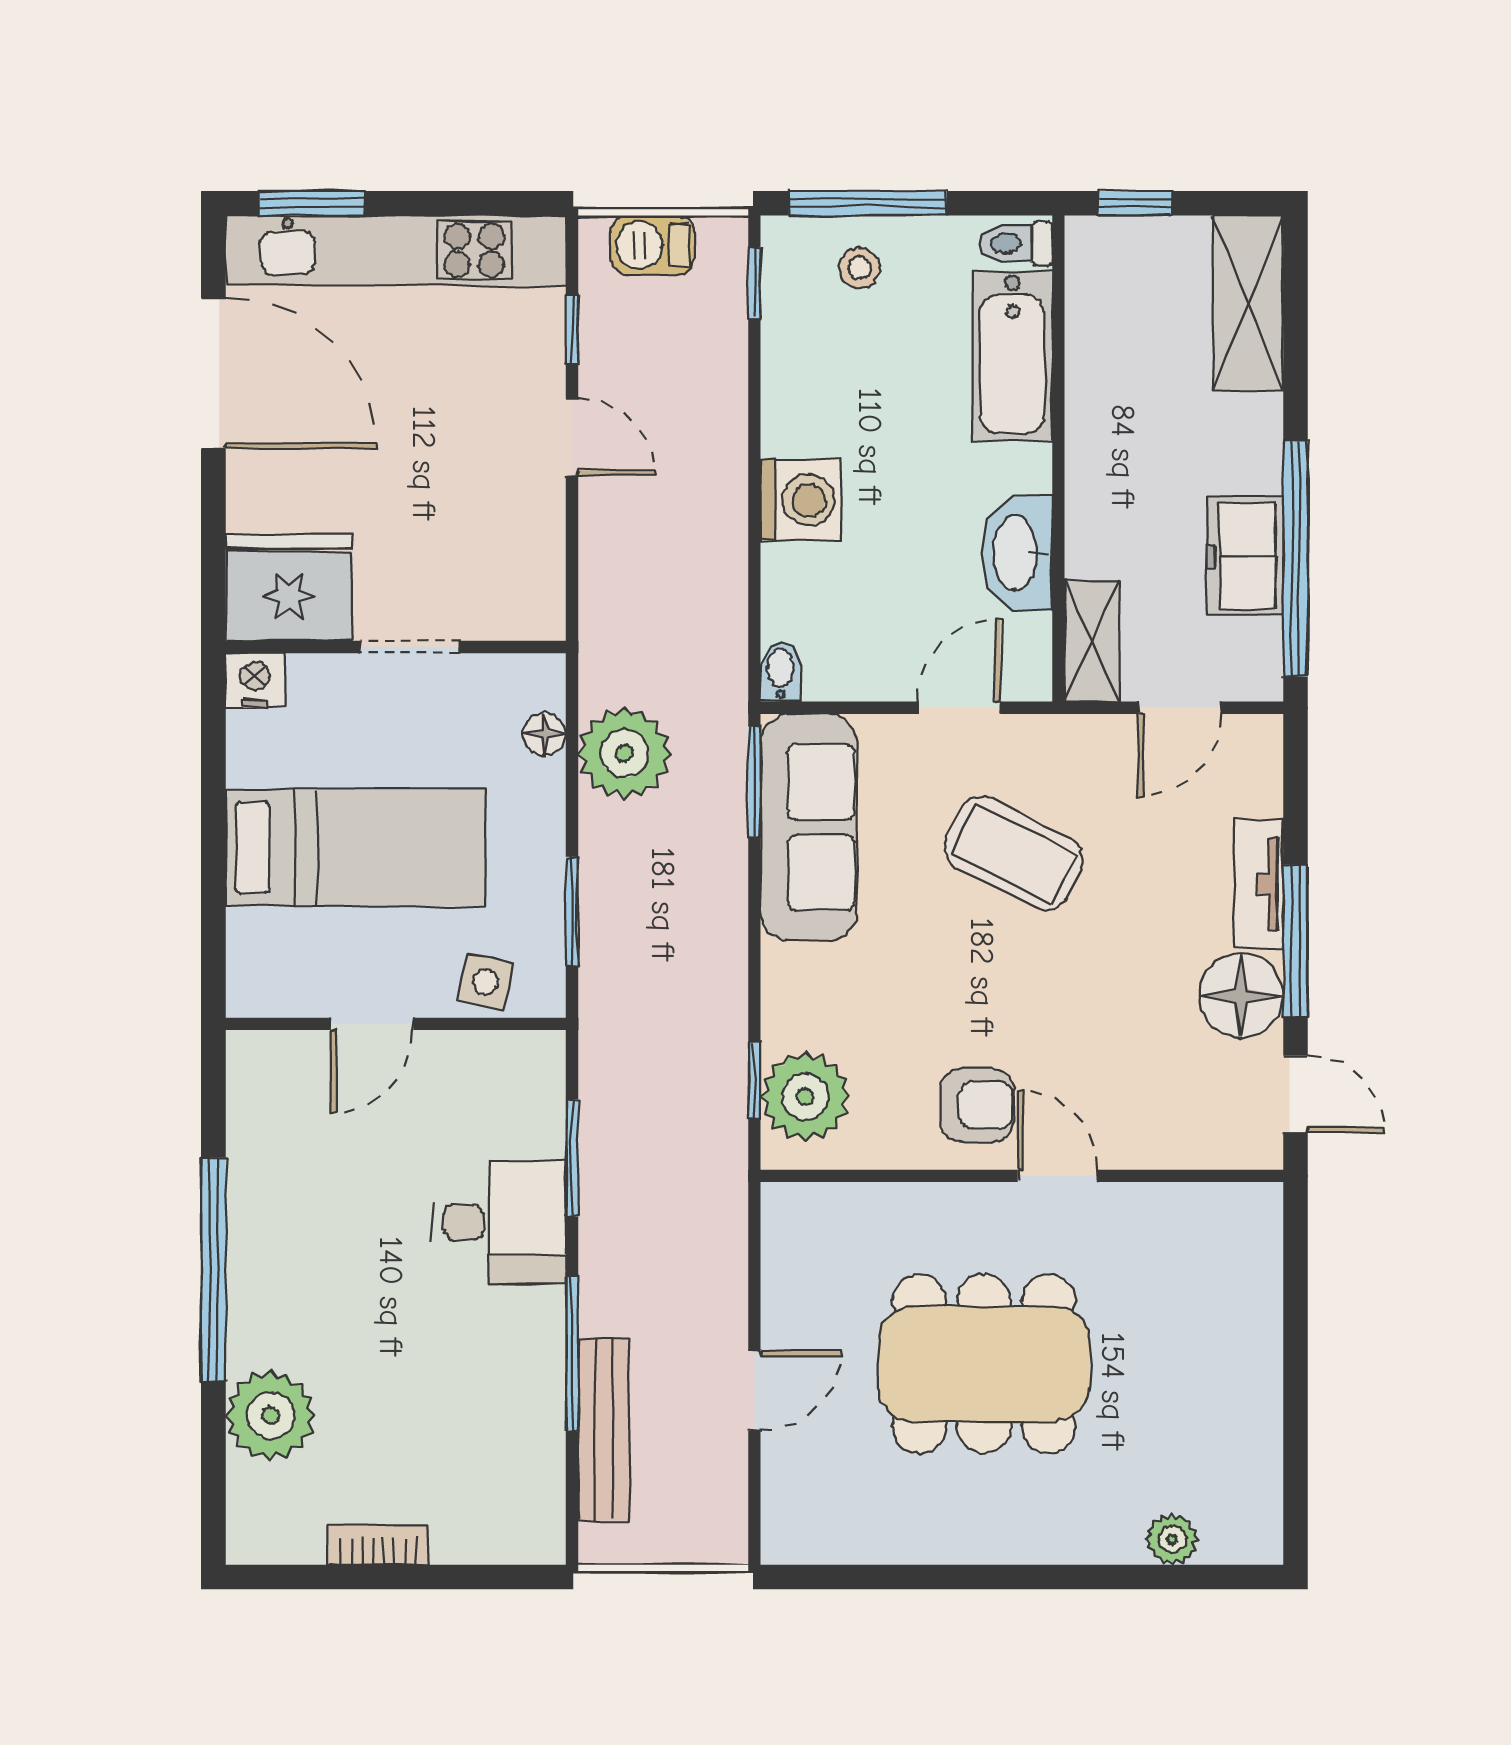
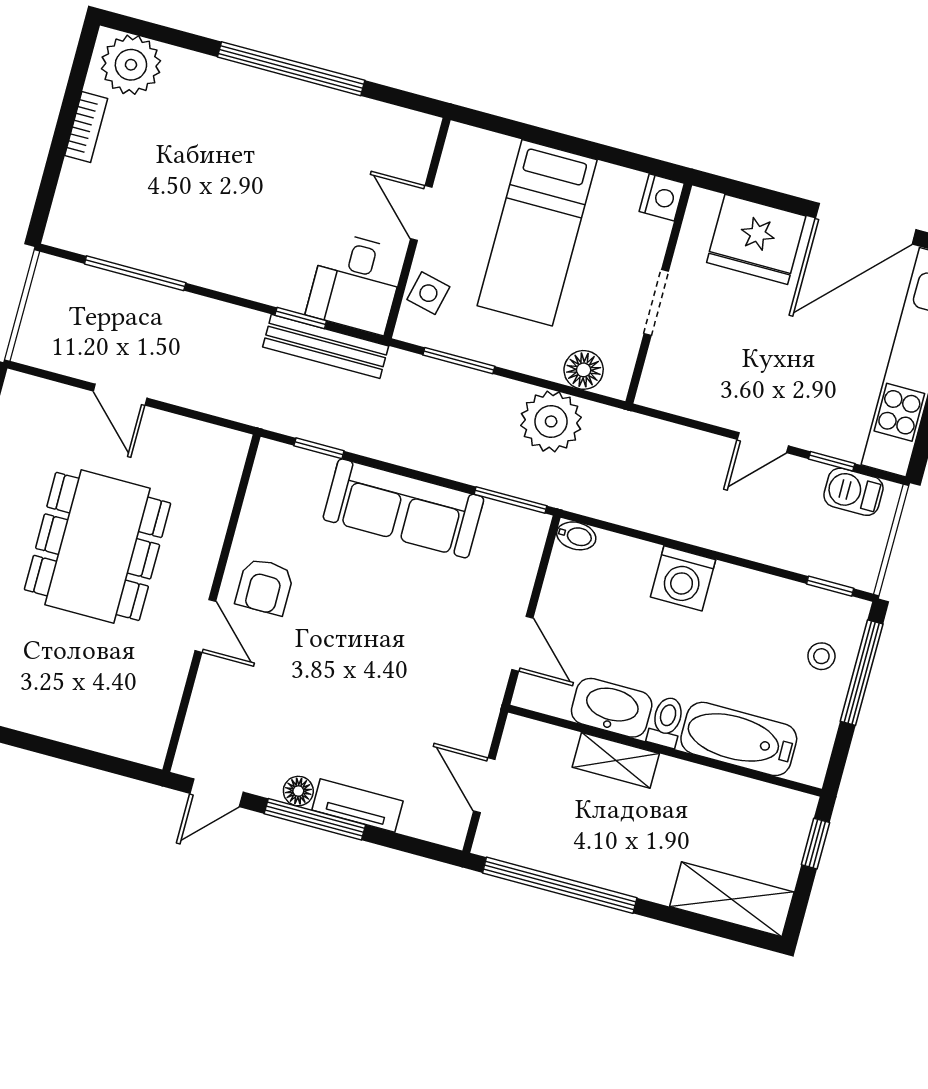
toilet: (1016, 244) -> (666, 722), moved
barbecue: (653, 245) -> (853, 492), moved, turned -90
freezer: (1245, 556) -> (570, 853), removed
fridge: (289, 587) -> (756, 239), moved, turned 90
shelving: (1092, 641) -> (616, 760), moved
floor lamp: (545, 734) -> (584, 370), width x1.37, depth x1.37
sofa: (809, 827) -> (403, 508), moved
coffee table: (1014, 853) -> (420, 654), removed
floor lamp: (1241, 996) -> (298, 791), width x0.53, depth x0.53
plant: (805, 1097) -> (300, 478), removed
window: (572, 1158) -> (301, 318), width x0.67
door: (1057, 1176) -> (205, 626), hinge flipped
desk: (500, 1222) -> (356, 283), moved
window: (572, 1354) -> (135, 273), moved
plant: (270, 1416) -> (131, 65), moved
bench: (604, 1429) -> (326, 346), moved

